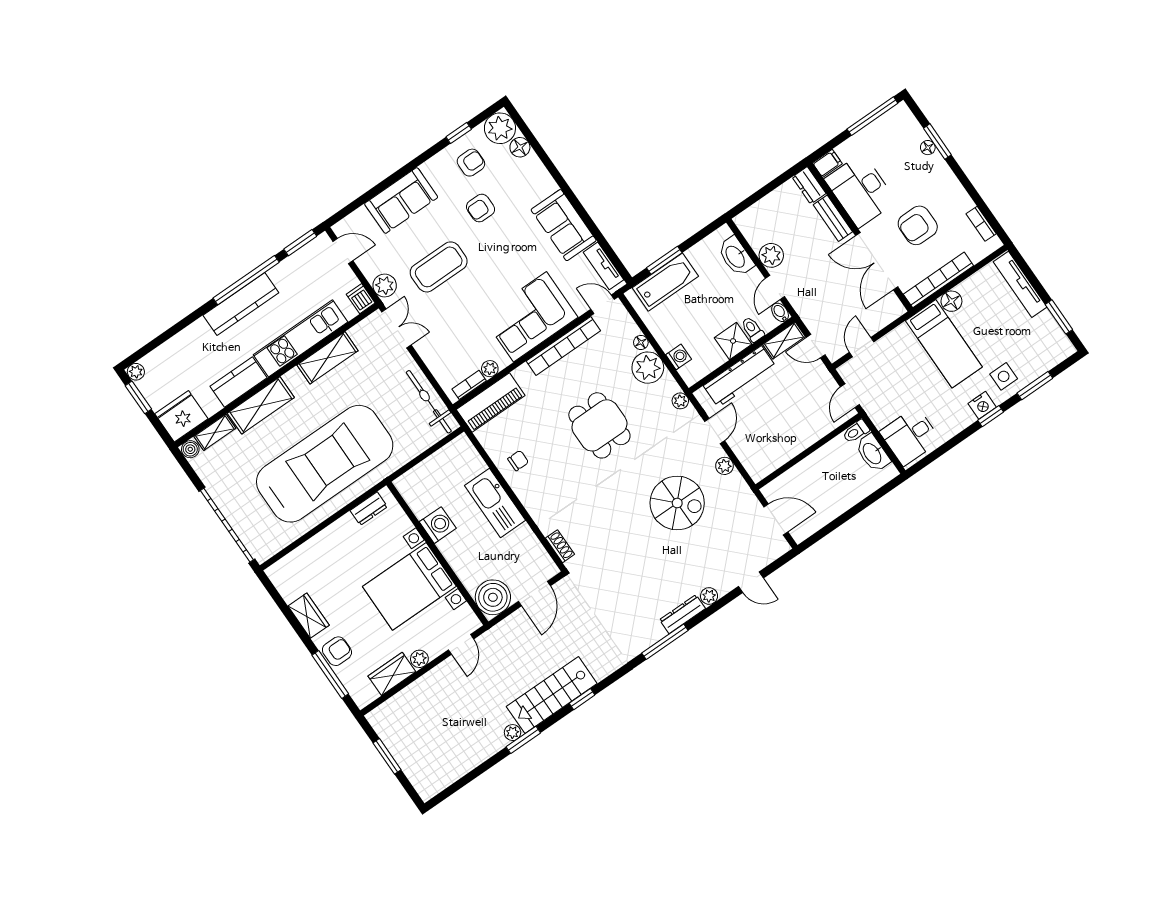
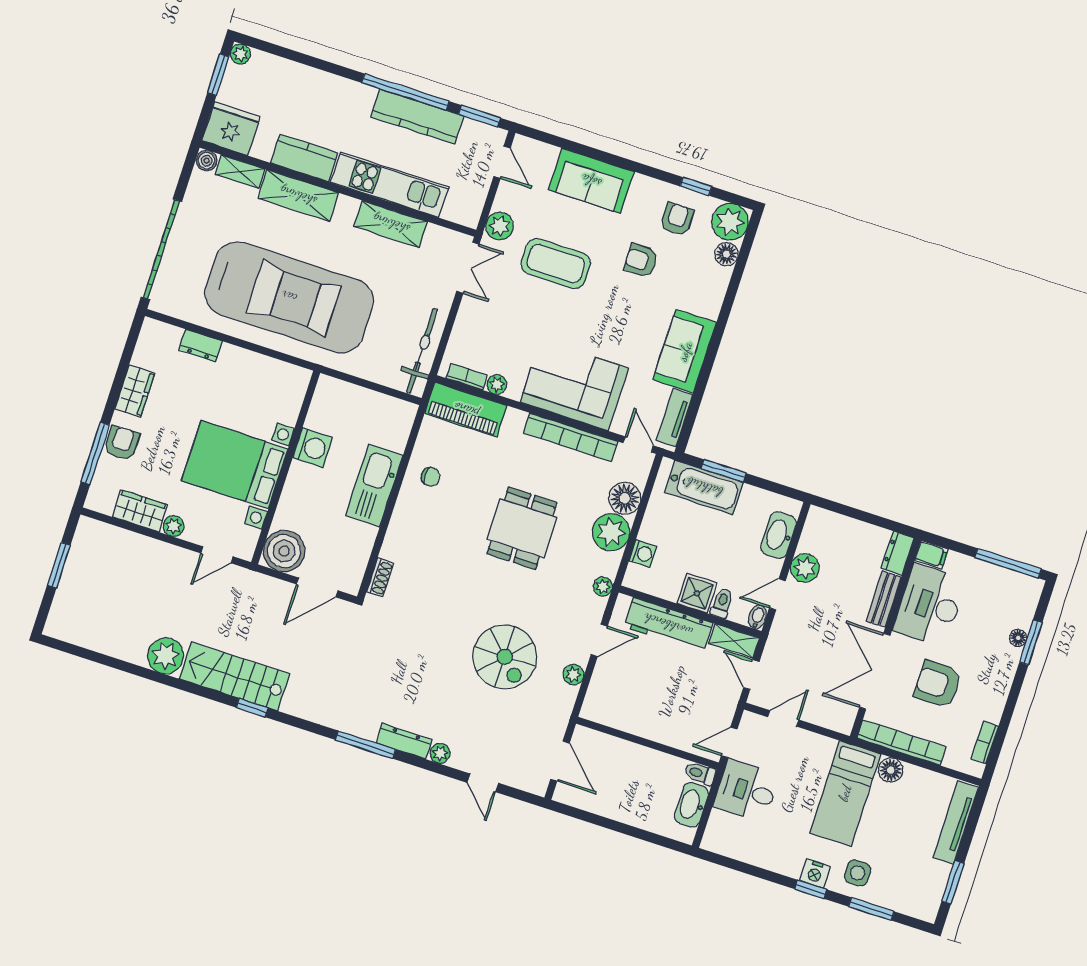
armchair: (471, 163) -> (677, 219), turned -90
dishwasher: (361, 299) -> (470, 213), removed
kitchen counter: (241, 304) -> (417, 116), moved
floor lamp: (641, 342) -> (625, 498), width x1.89, depth x1.89
desk: (910, 436) -> (746, 791), moved
dresser: (369, 509) -> (201, 346), moved
armchair: (337, 651) -> (122, 443), turned -90
plant: (513, 733) -> (166, 656), width x1.88, depth x1.88
window: (523, 740) -> (172, 682), removed

